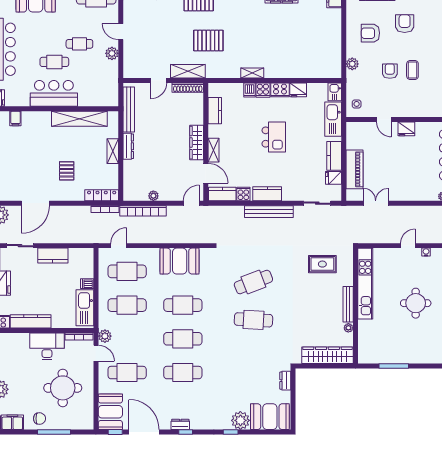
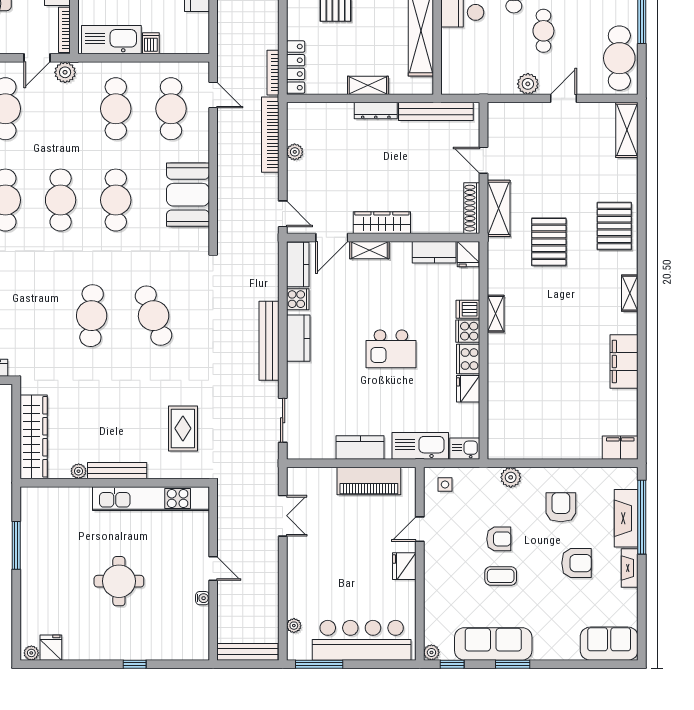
piano: (354, 169) -> (369, 481), moved
fridge: (334, 178) -> (468, 254), moved, turned 180

